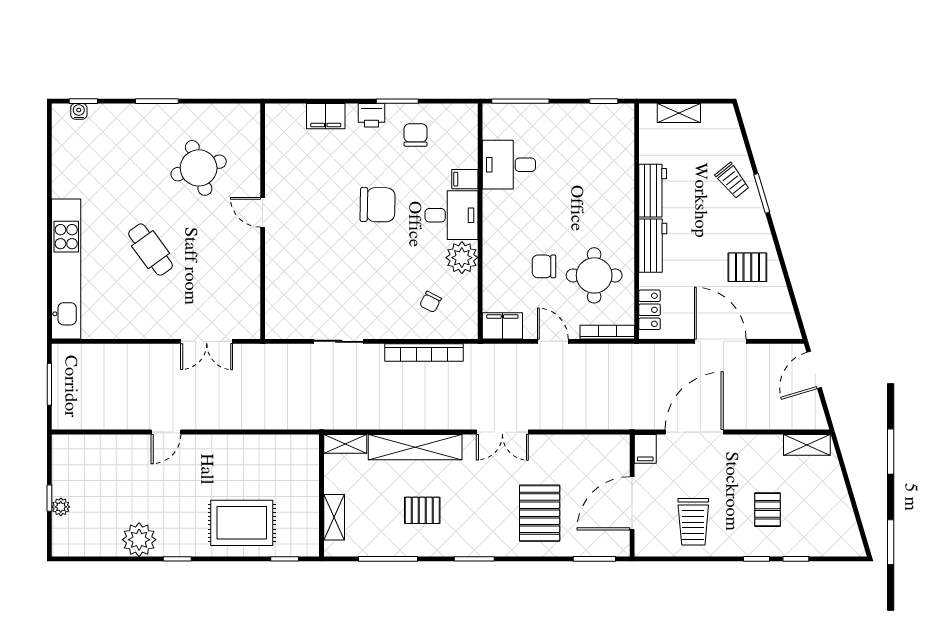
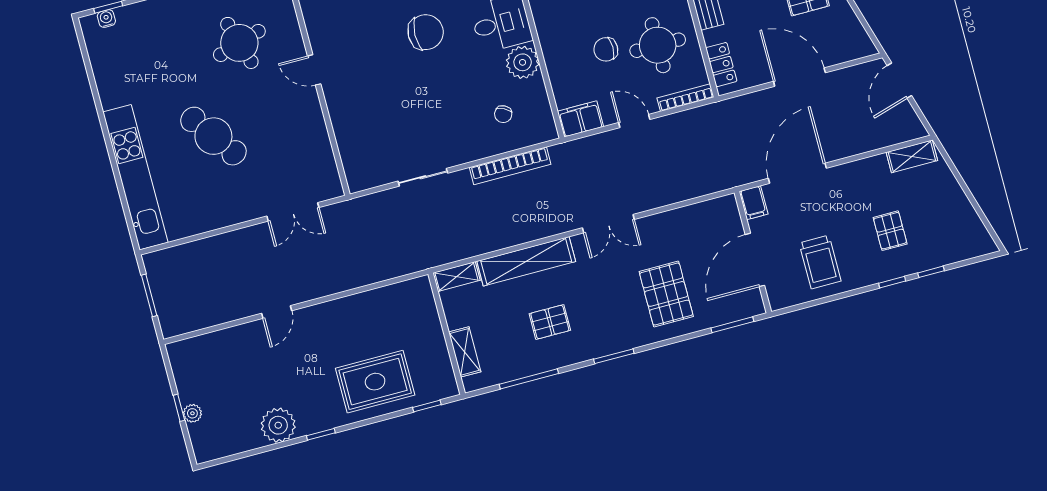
cafe table: (151, 250) -> (213, 136), width x1.37, depth x1.35

